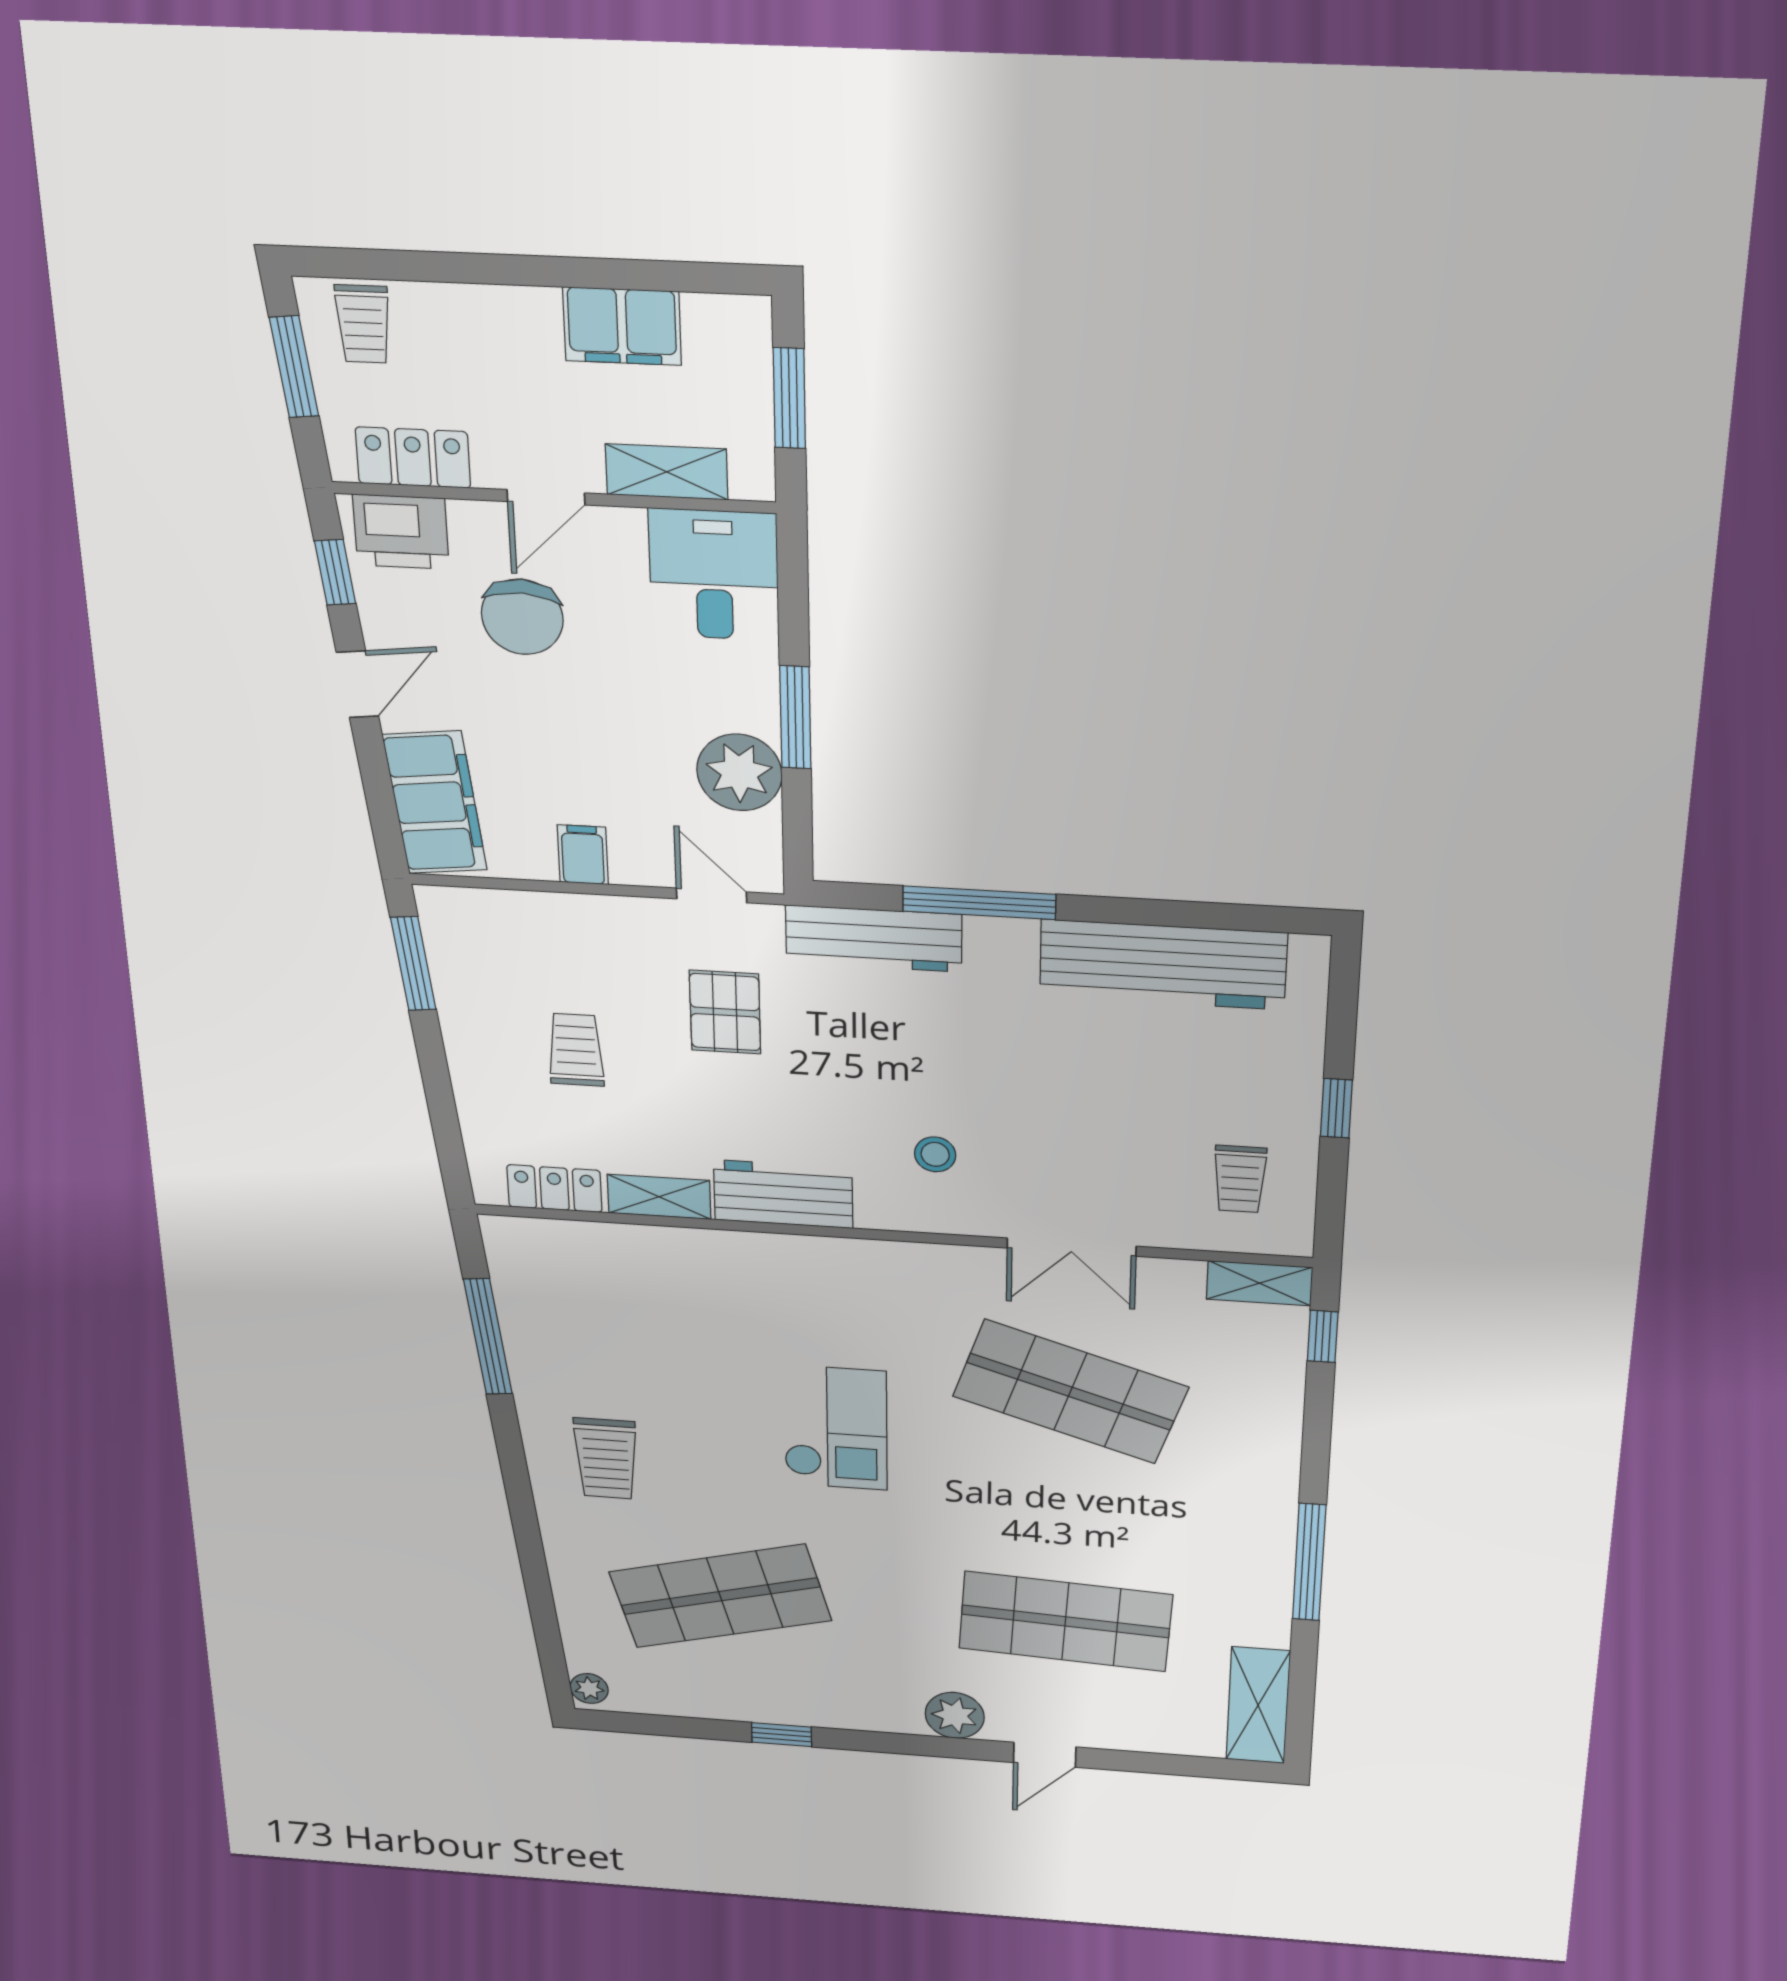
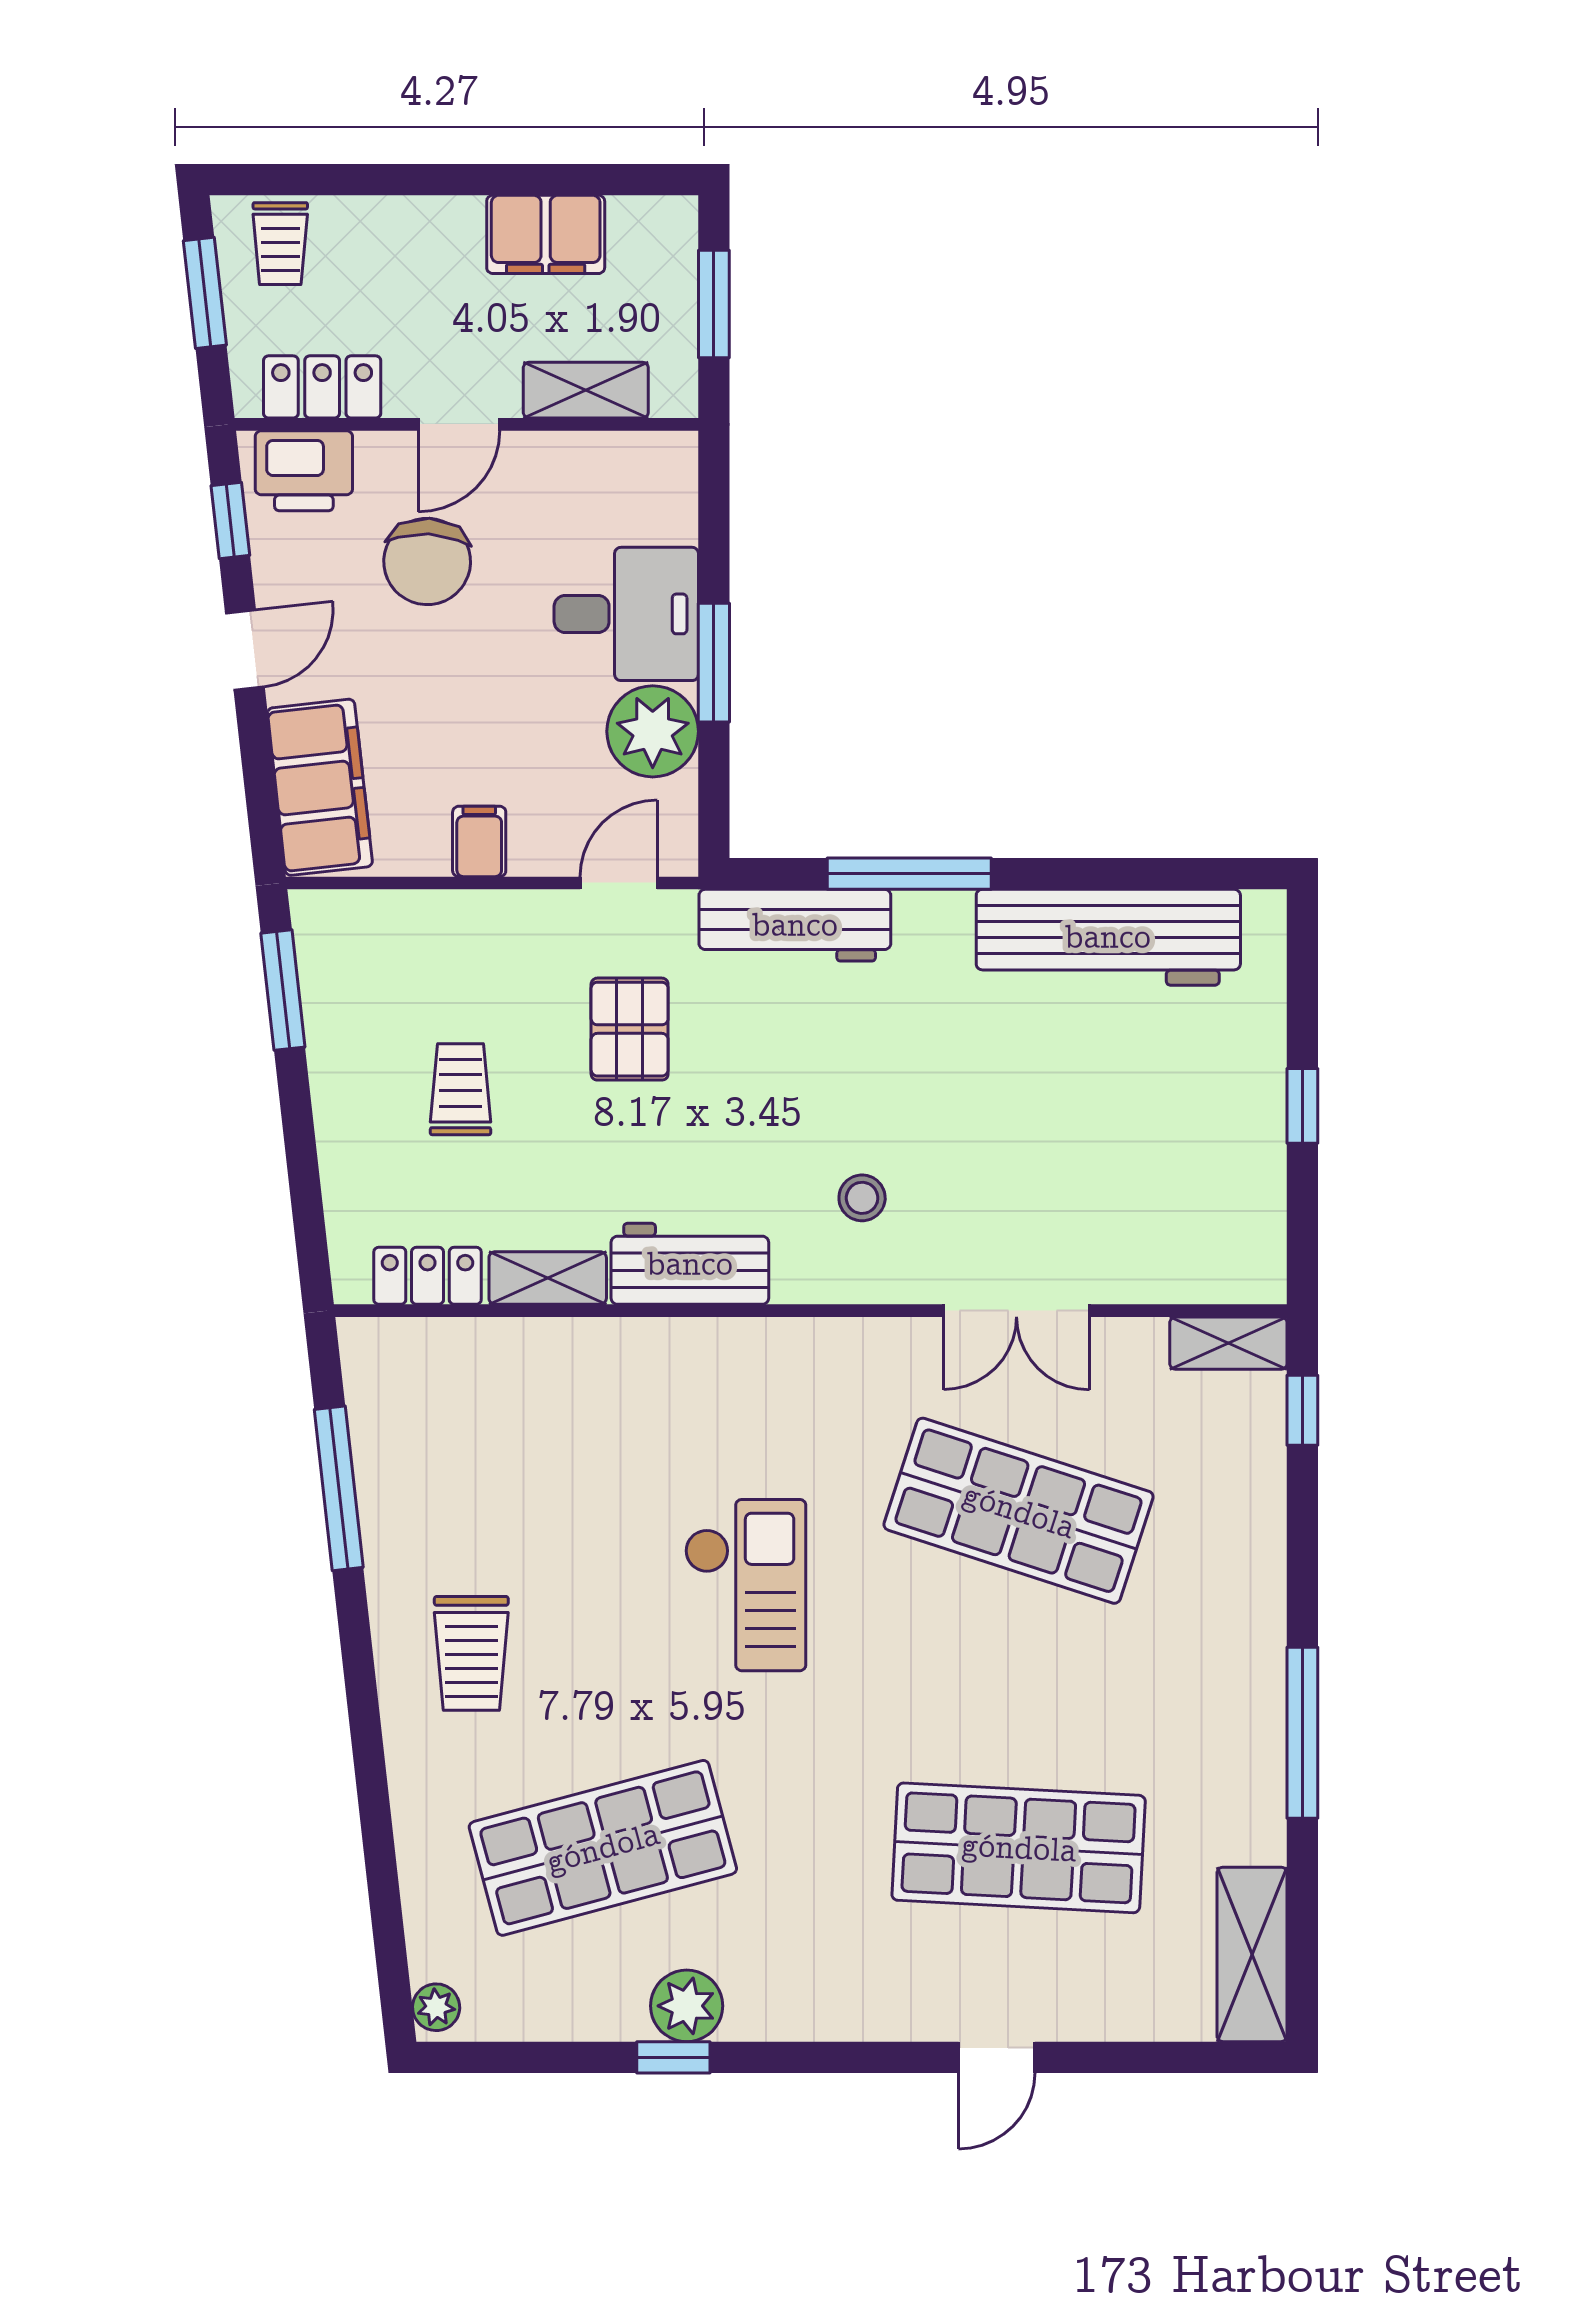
desk: (714, 575) -> (626, 614), moved, turned 90
door: (712, 895) -> (619, 883), hinge flipped
trolley: (1240, 1179) -> (1201, 1206), removed
plant: (955, 1715) -> (687, 2006), moved

